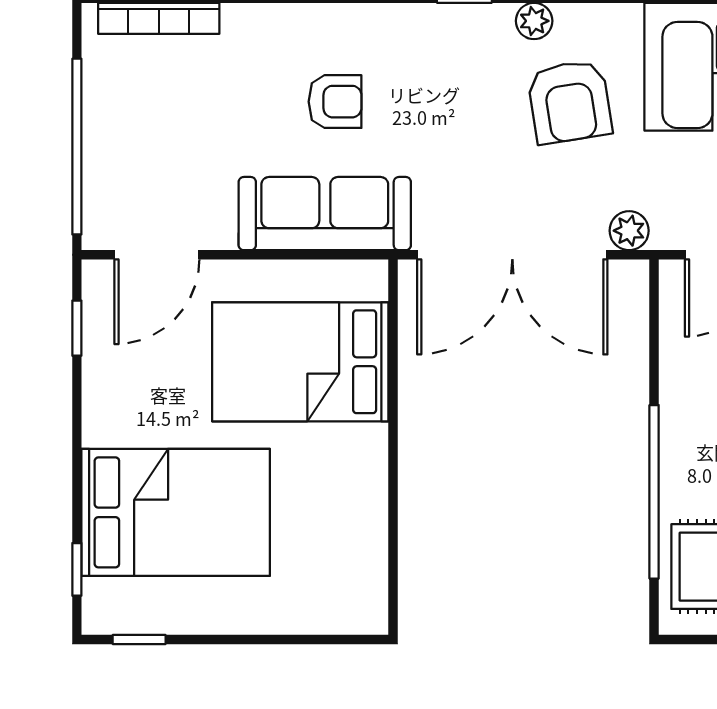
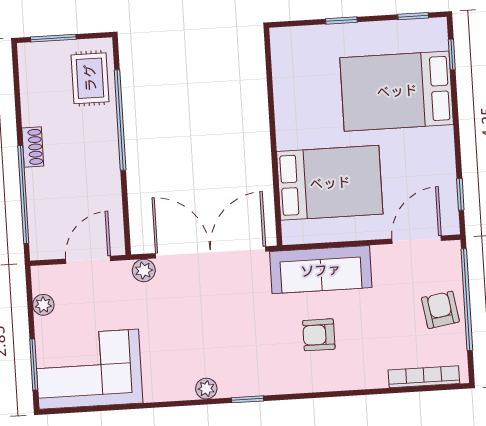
armchair: (570, 102) -> (440, 310), moved, width x0.72, depth x0.72
window: (263, 640) -> (341, 21), added

